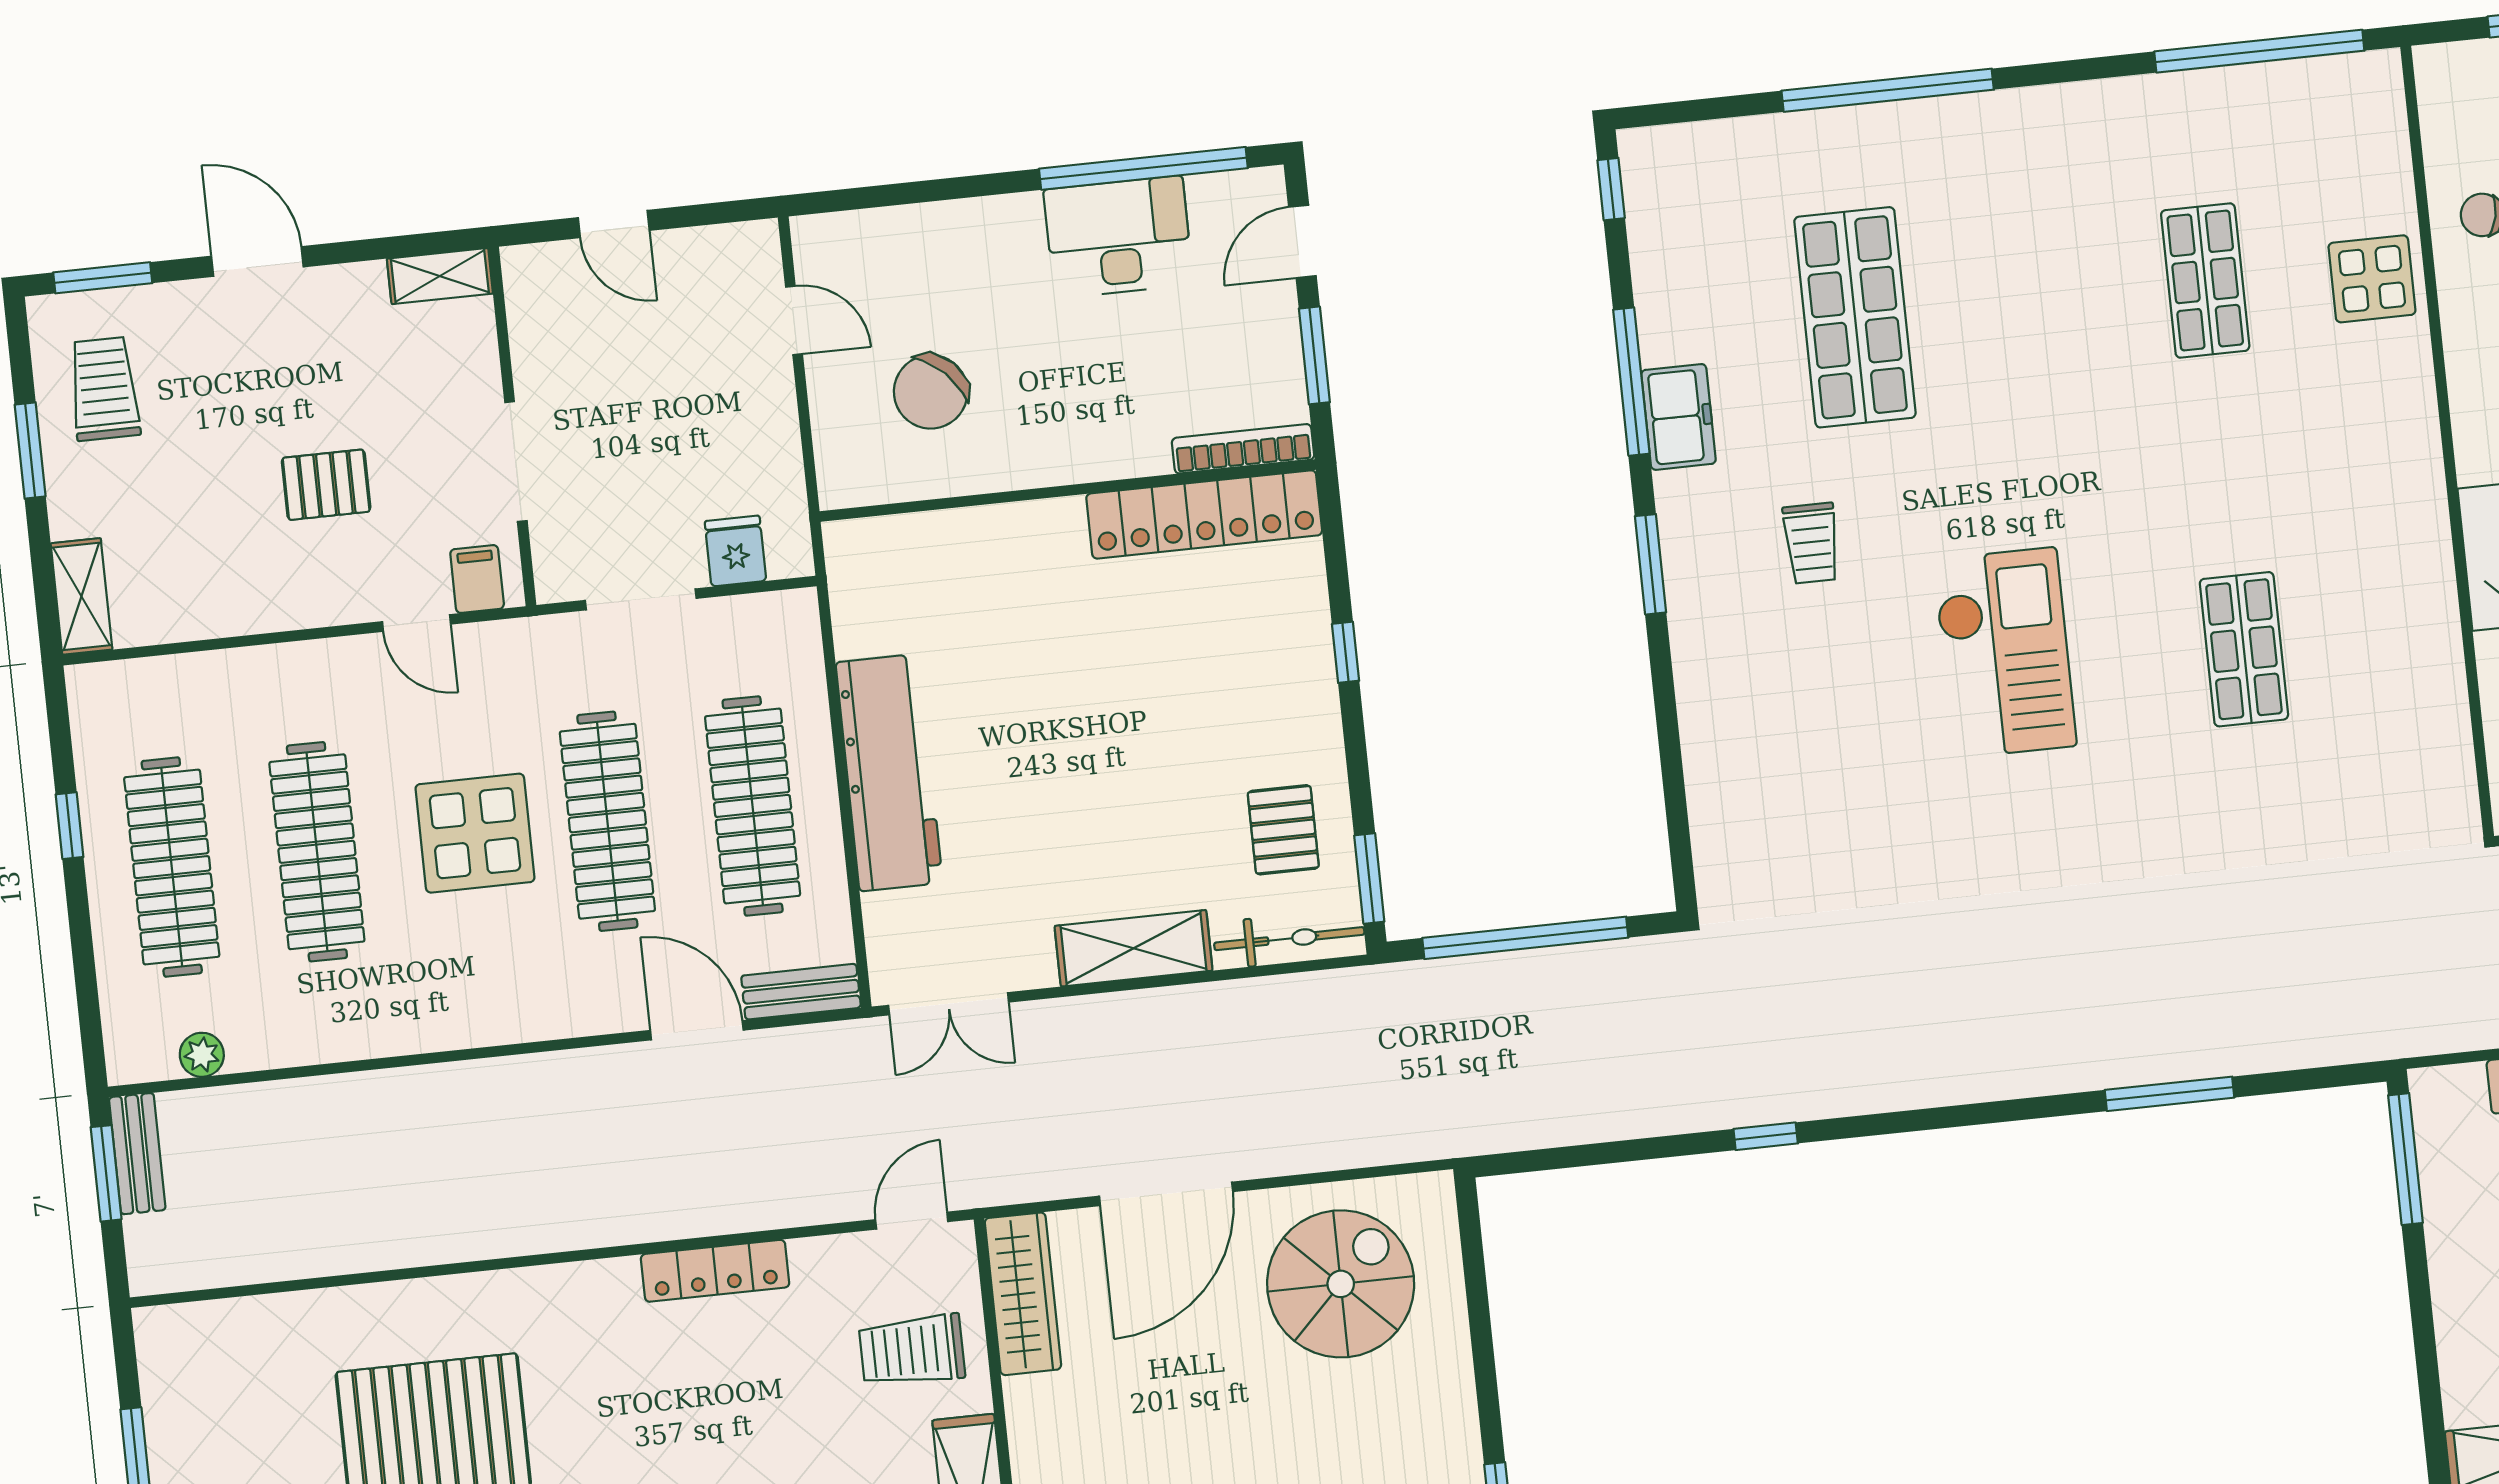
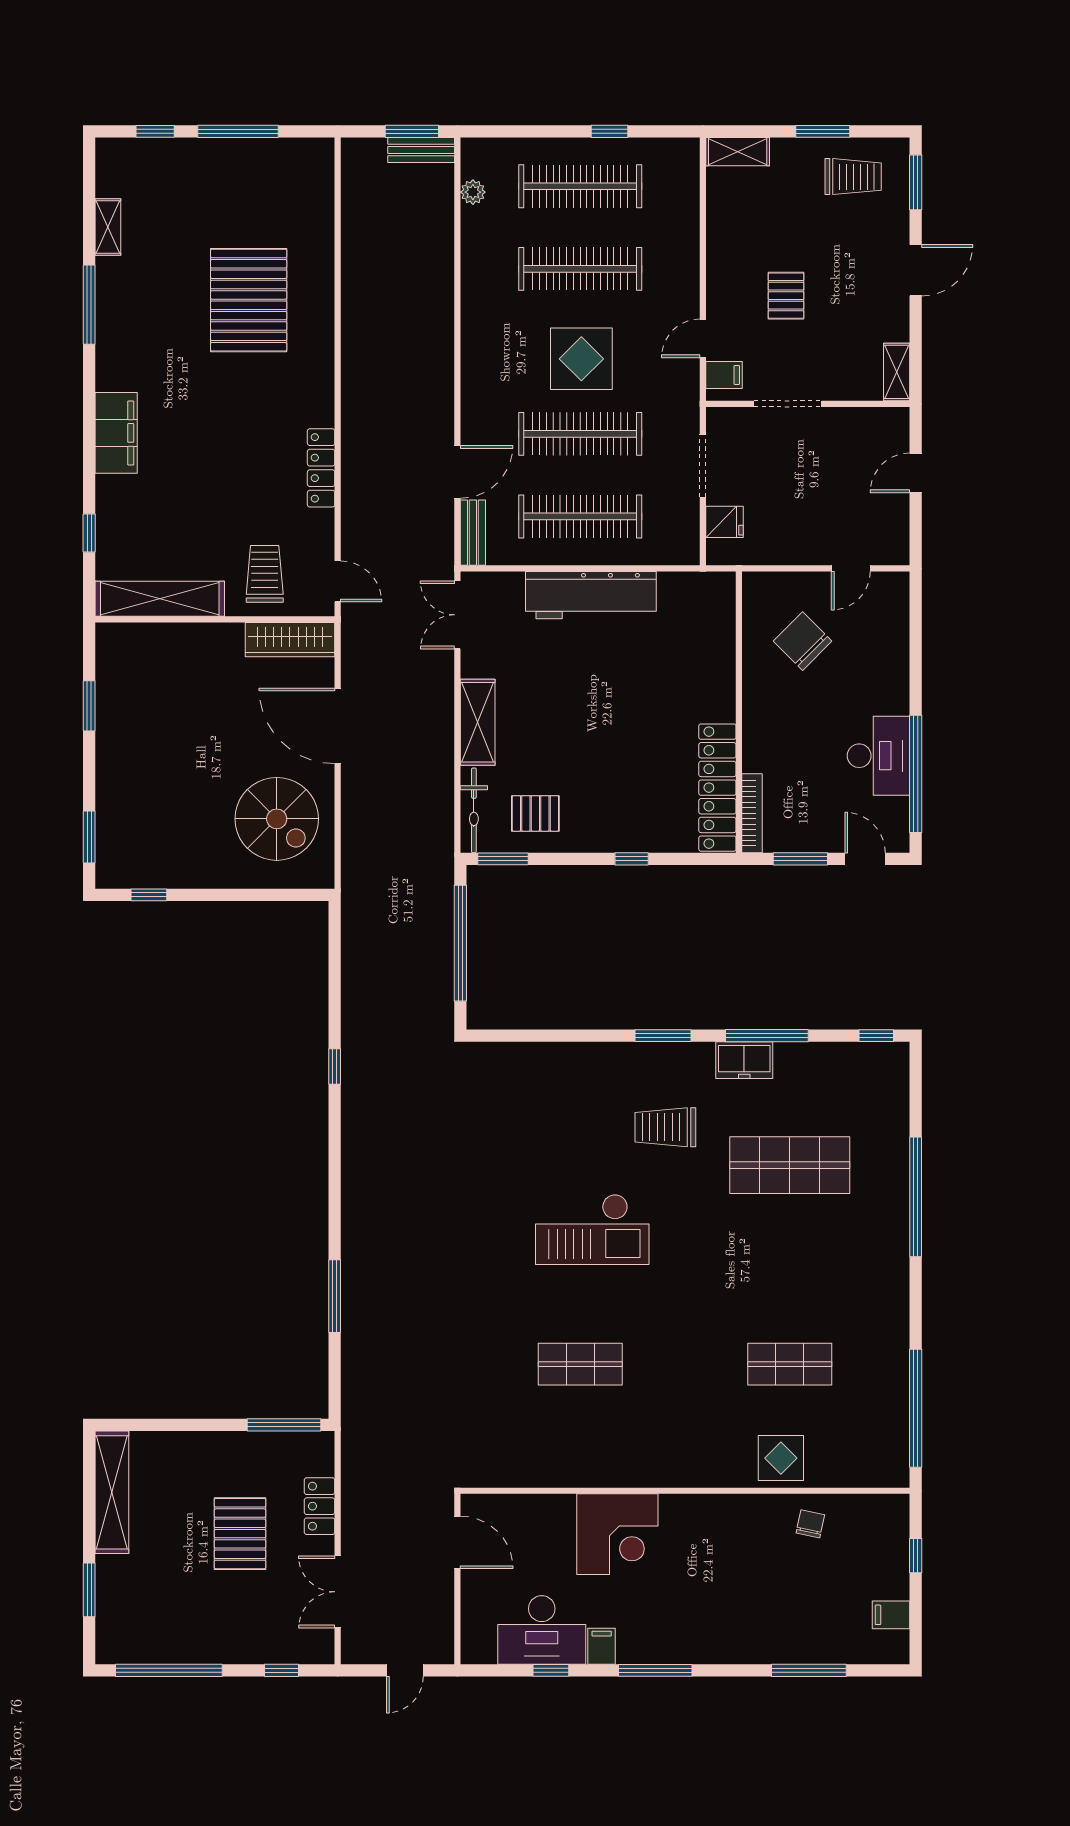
trolley: (1811, 543) -> (665, 1127), width x1.36, depth x1.39

